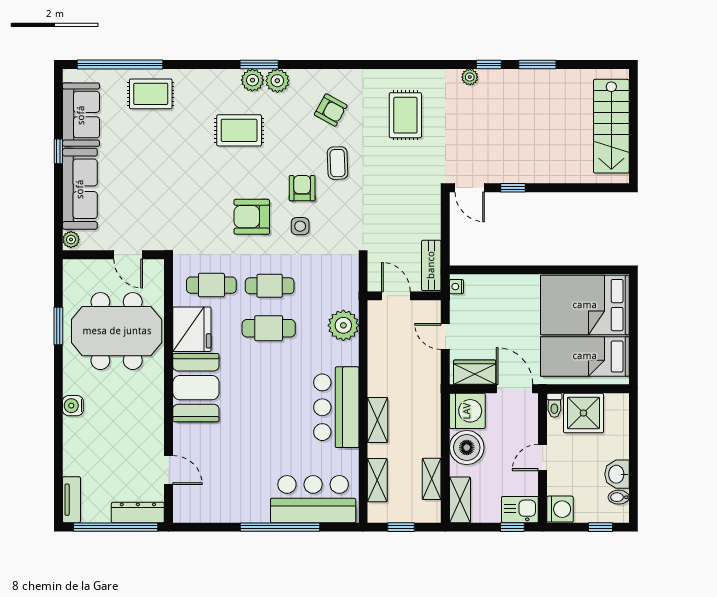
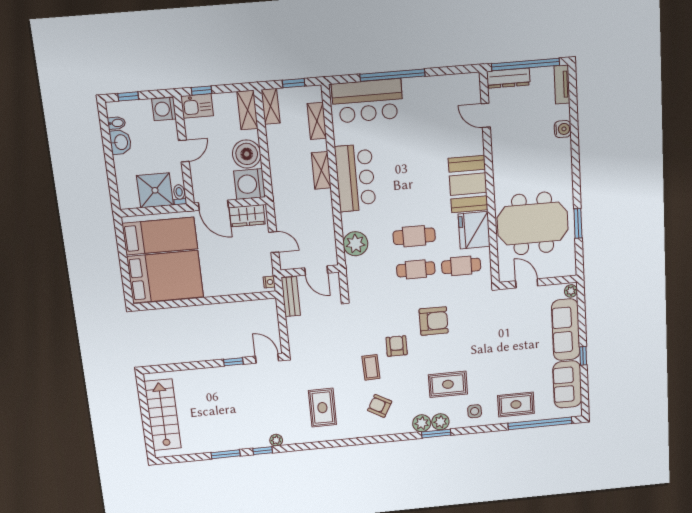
armchair: (302, 188) -> (397, 346), turned 180
side table: (300, 226) -> (475, 411), moved
water cooler: (73, 406) -> (563, 129), moved
shelving: (432, 479) -> (271, 106), moved

